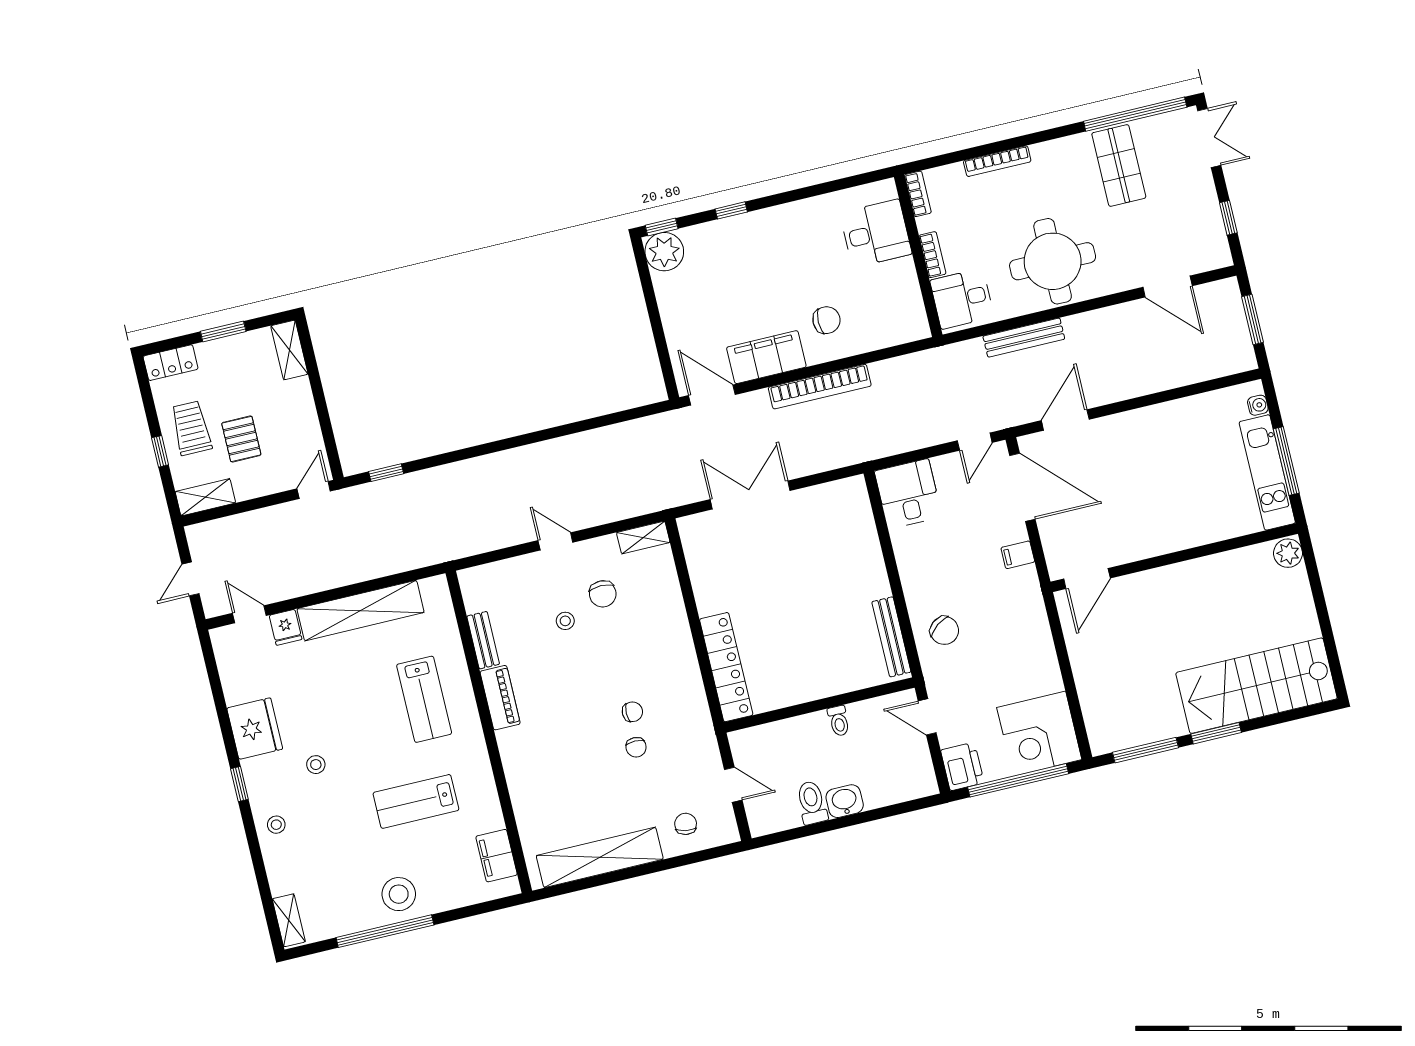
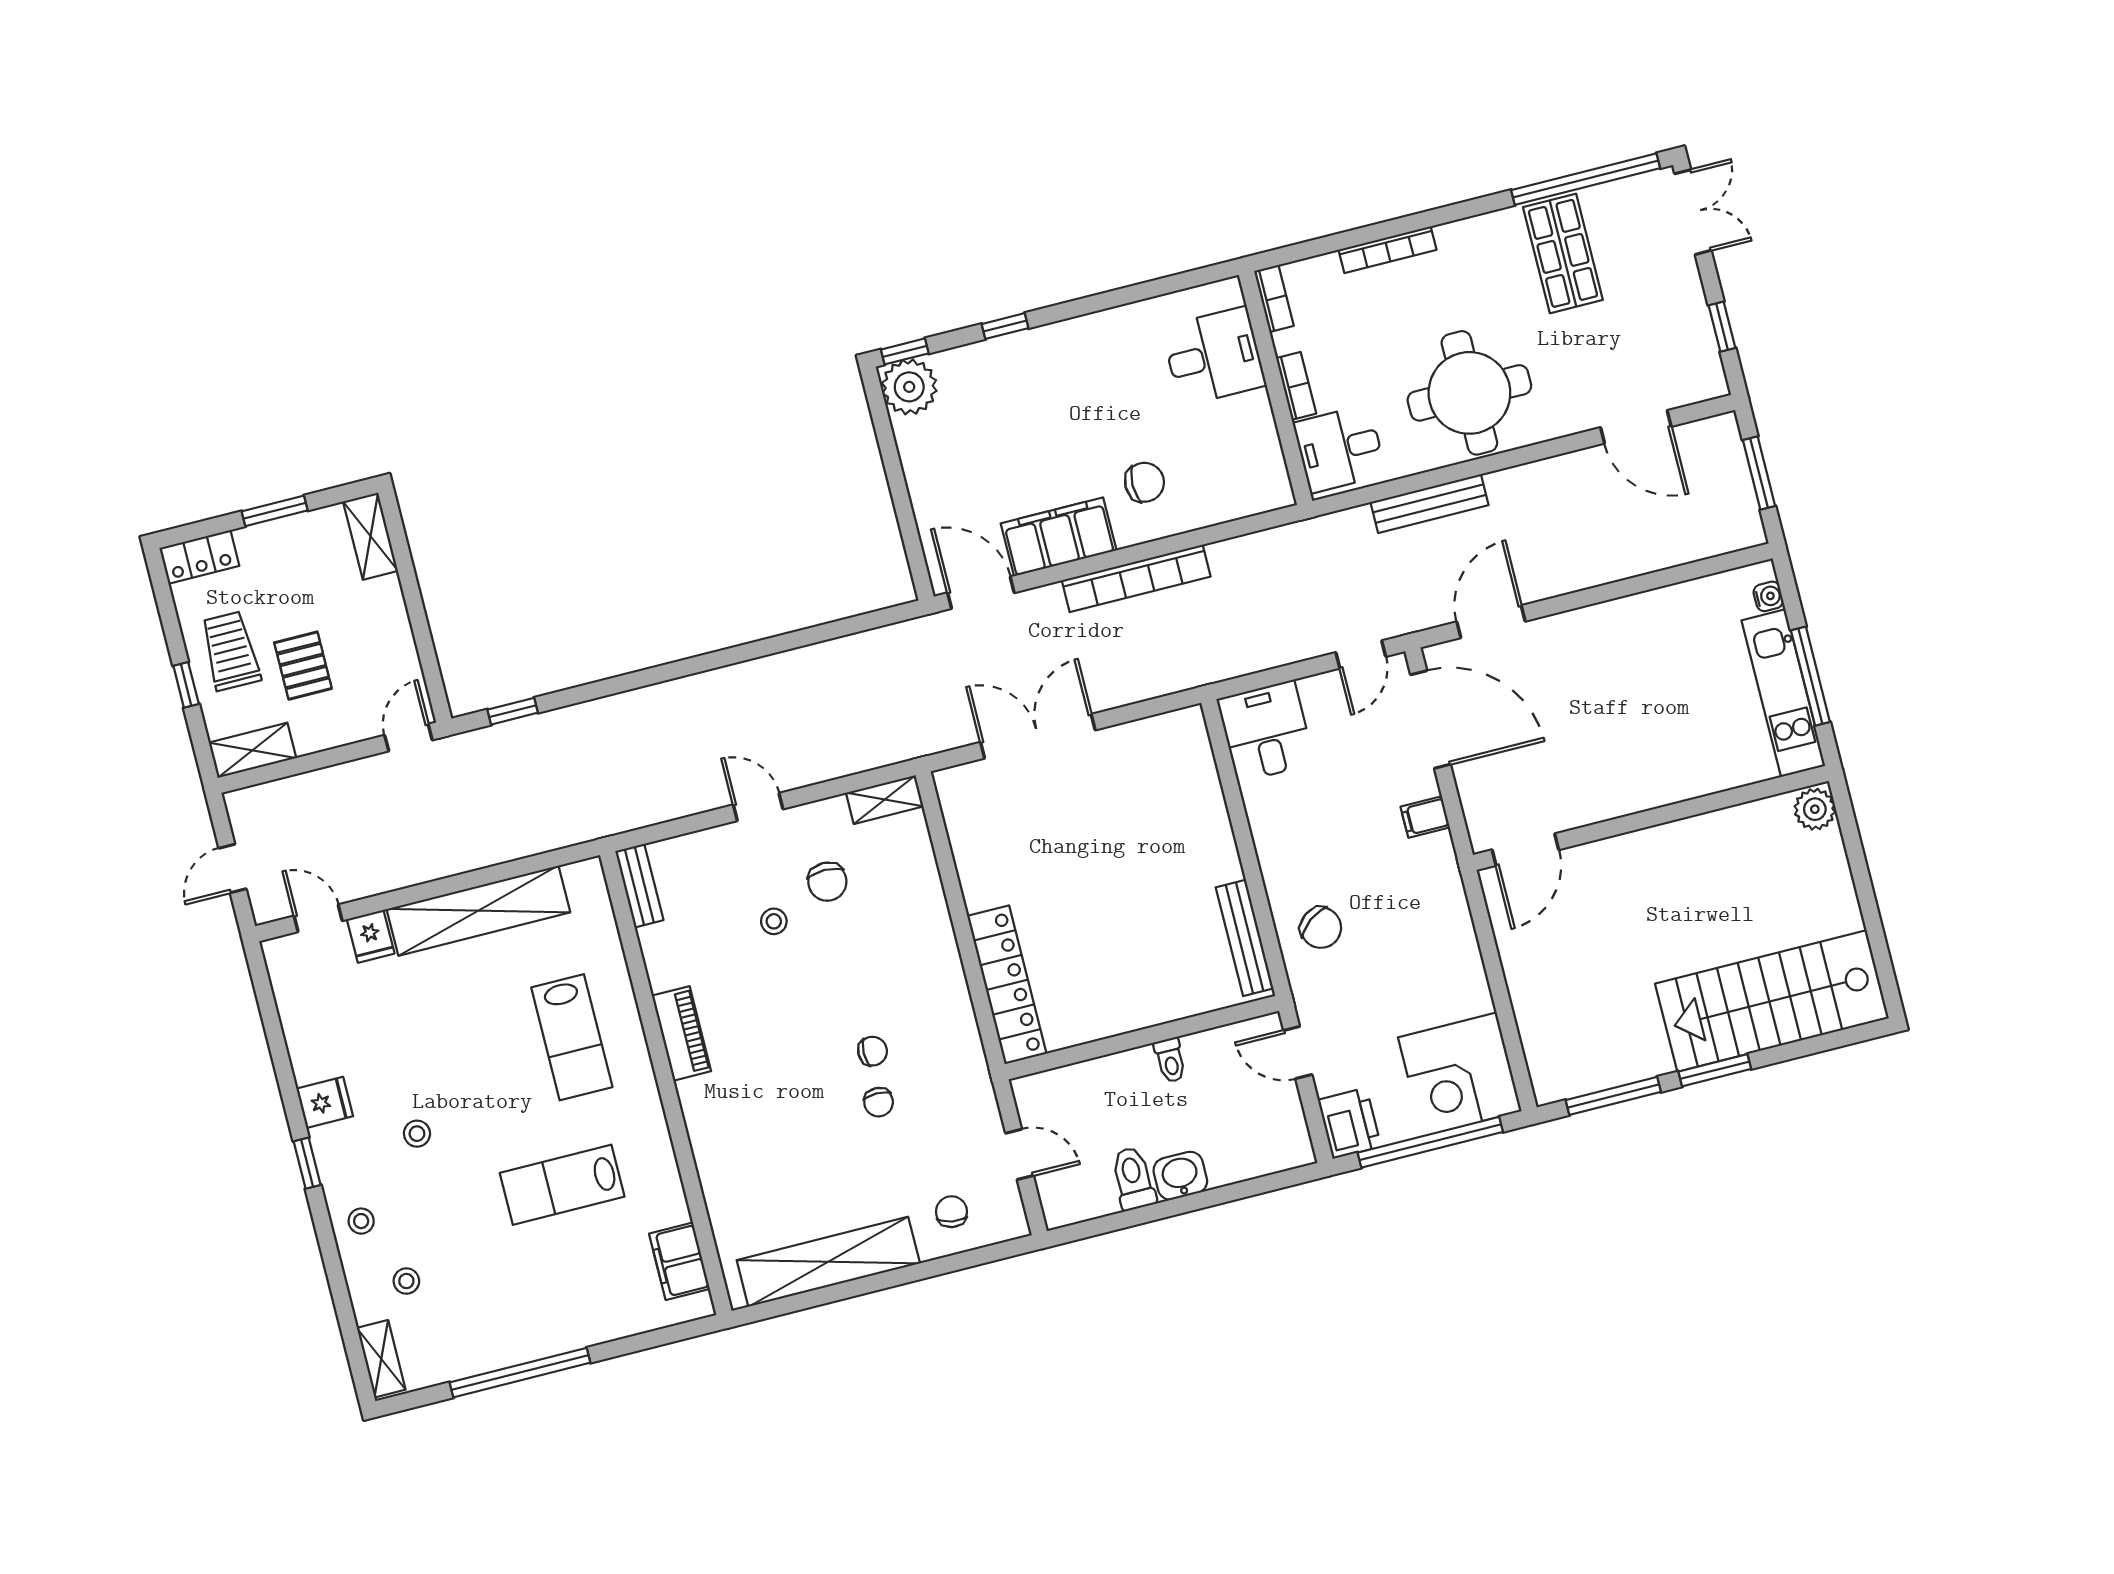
bench: (483, 640) -> (639, 886), moved
fridge: (255, 729) -> (325, 1102), width x0.53, depth x0.75
stool: (399, 894) -> (406, 1281), moved, width x0.53, depth x0.53

